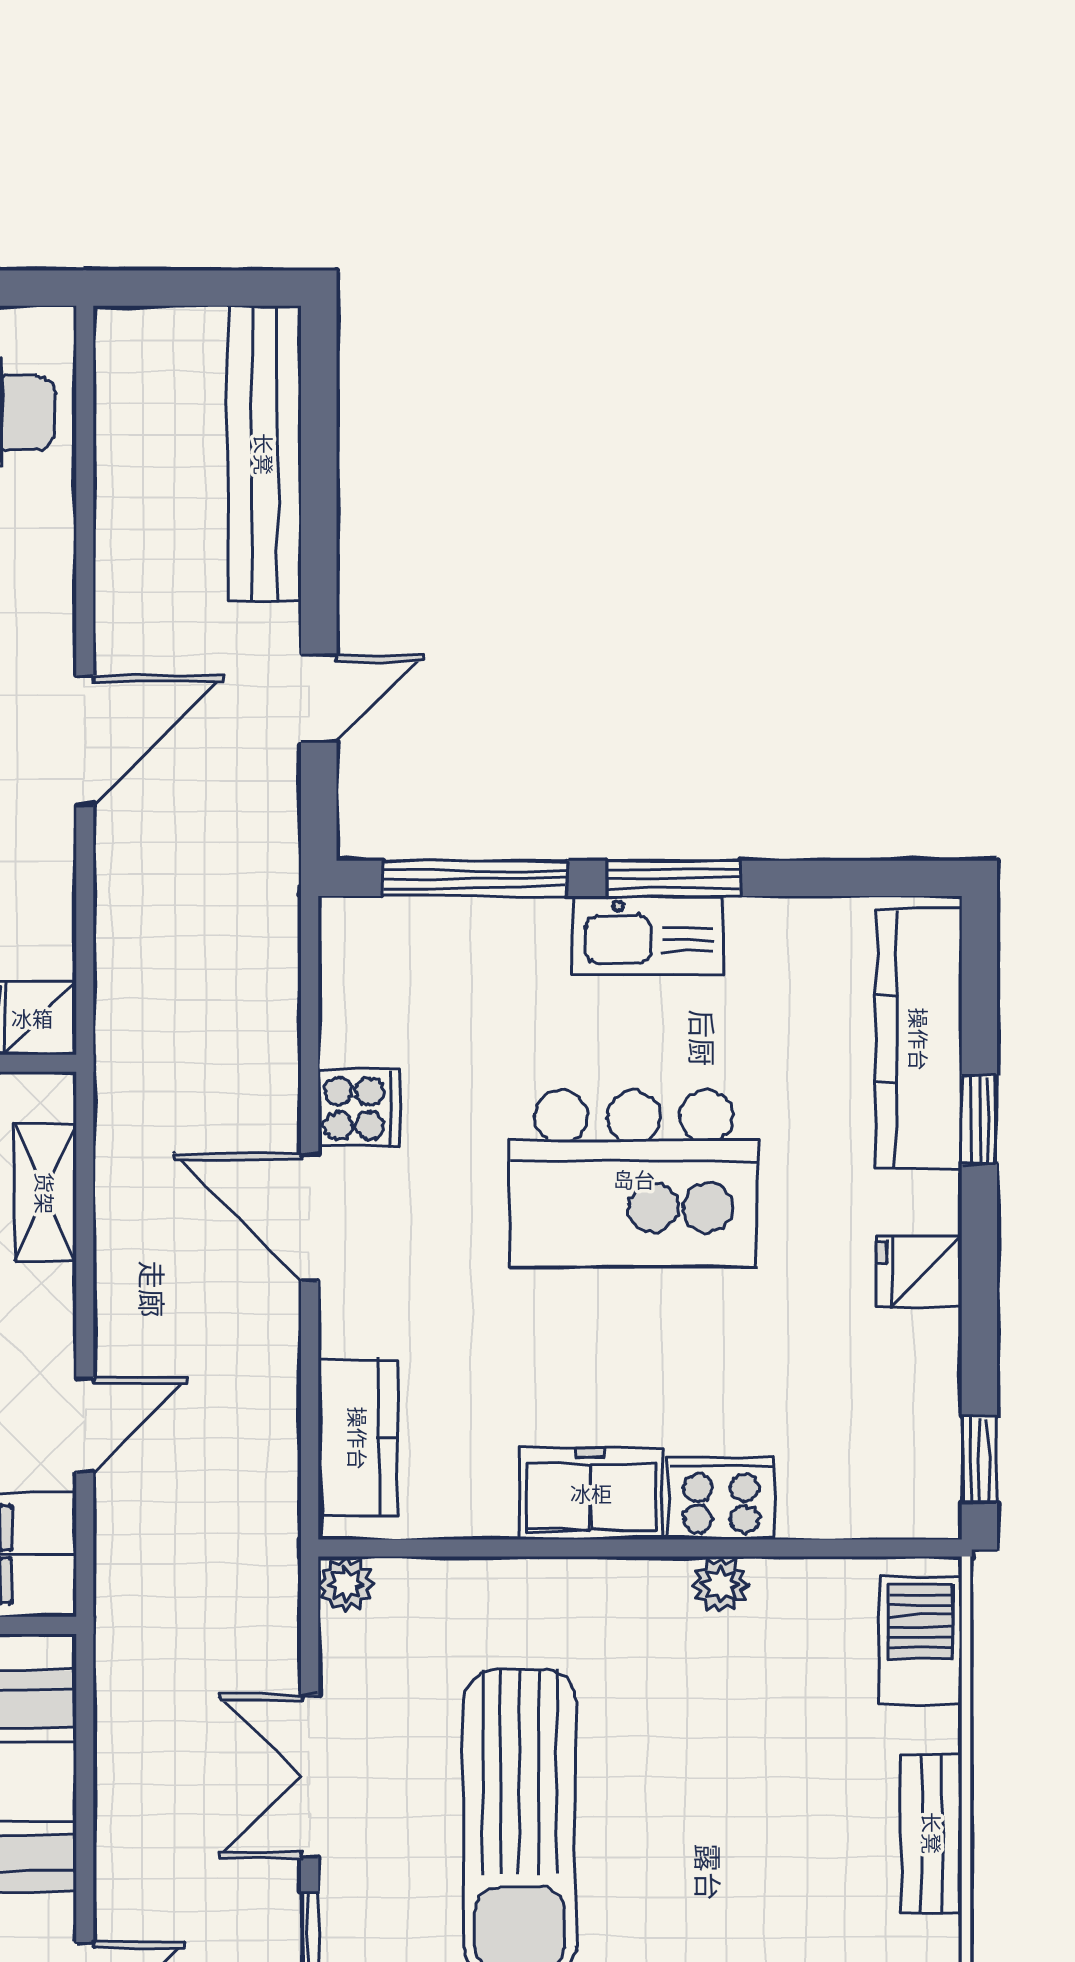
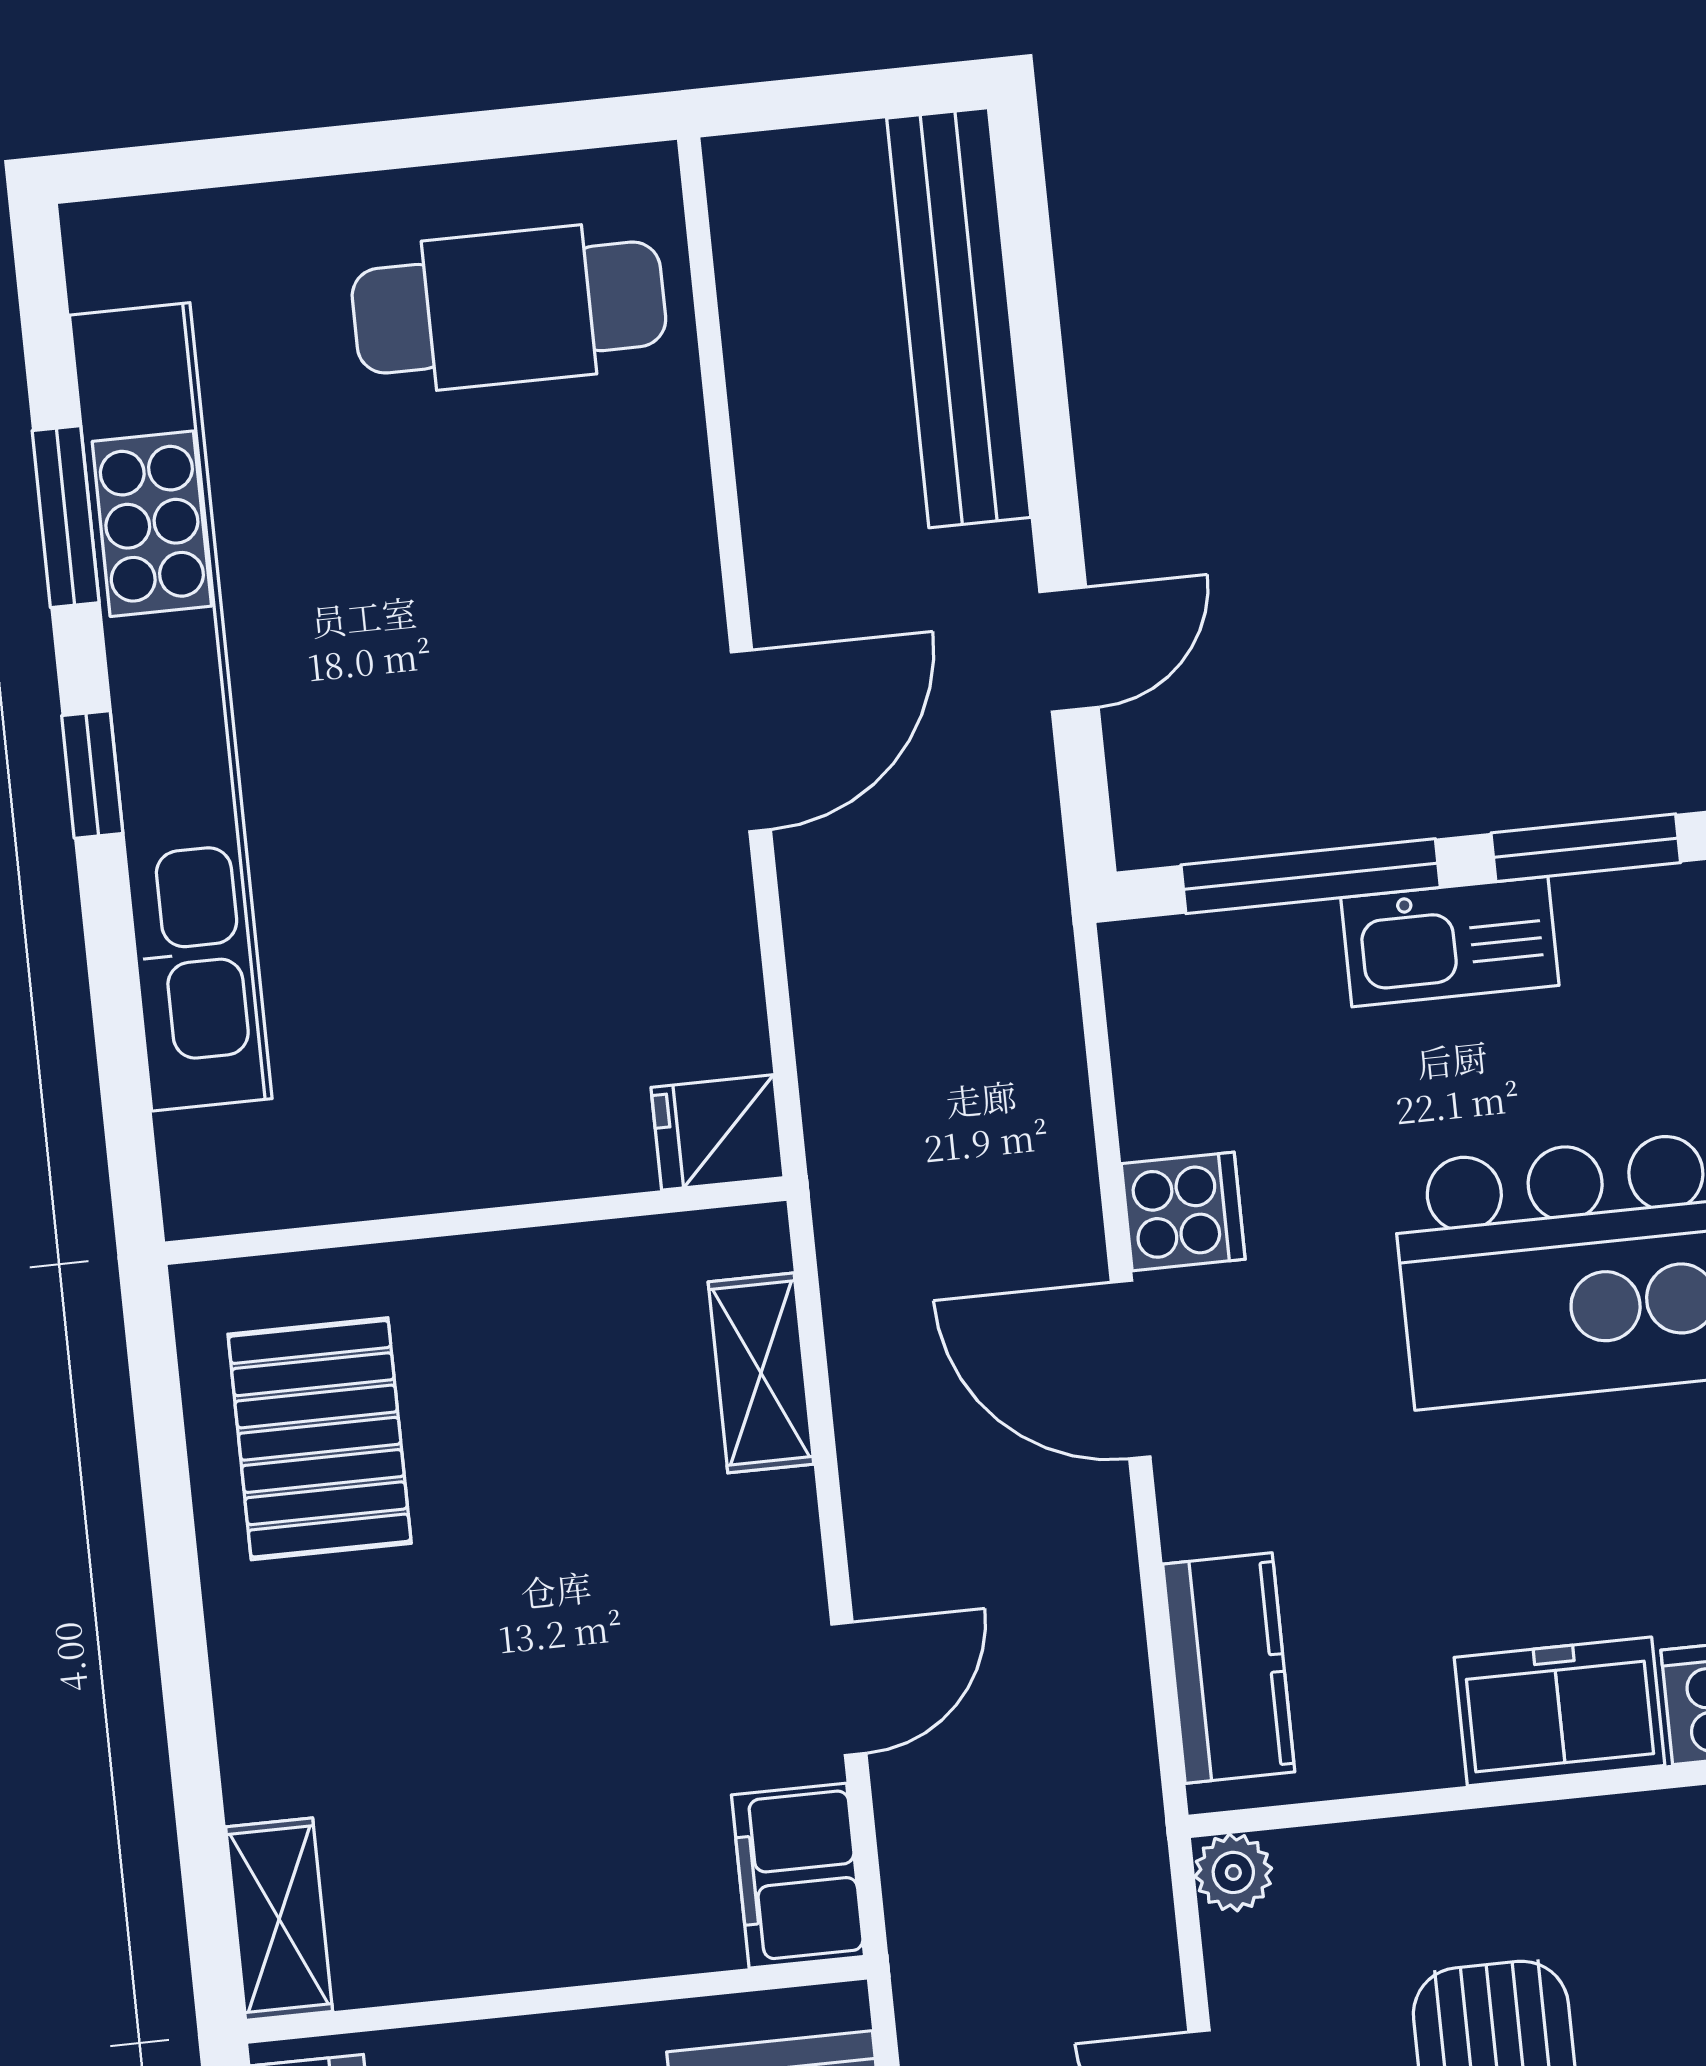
kitchen sink: (648, 935) -> (1450, 942), moved

